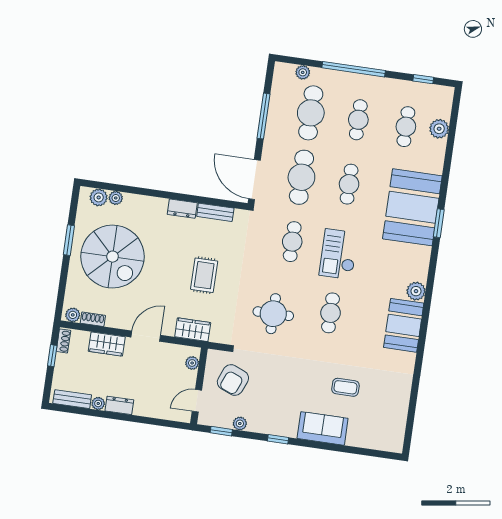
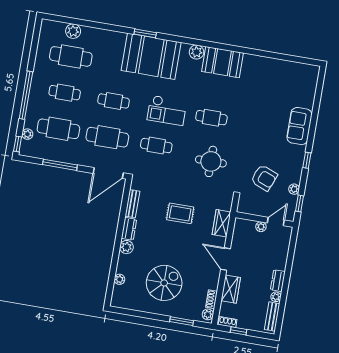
window: (423, 79) -> (18, 144), moved
cafe table: (406, 127) -> (71, 56), width x1.37, depth x1.35
plant: (99, 197) -> (126, 247), moved
booth: (412, 207) -> (151, 56), moved
window: (69, 240) -> (182, 321), moved
spiral stairs: (113, 257) -> (164, 283), width x0.73, depth x0.73
plant: (192, 363) -> (261, 227), moved
armchair: (233, 380) -> (264, 178), moved
coffee table: (345, 387) -> (269, 108), removed
door: (197, 401) -> (276, 221), swing flipped

